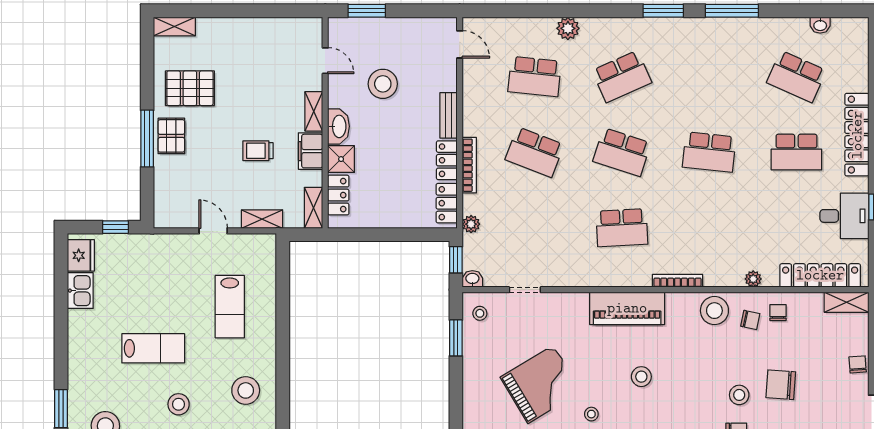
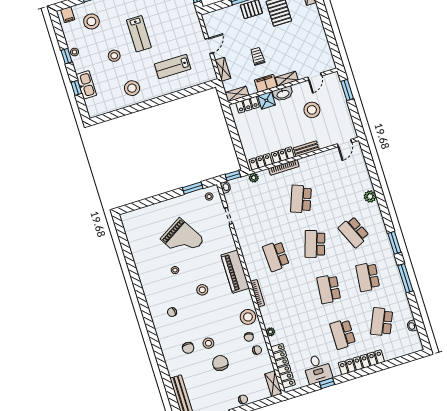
school desk: (535, 77) -> (368, 277), moved

